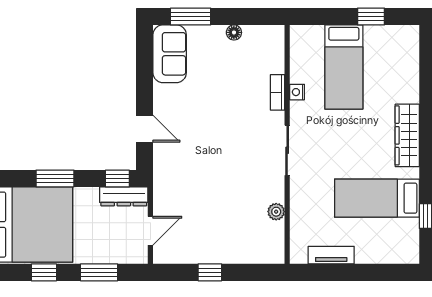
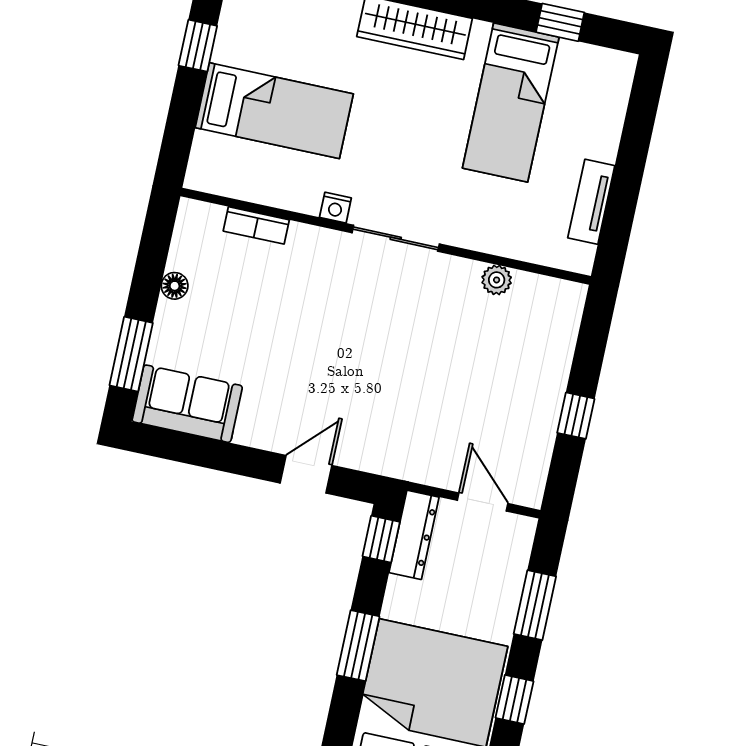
bookcase: (278, 92) -> (256, 225), moved
nightstand: (297, 92) -> (335, 208), moved

